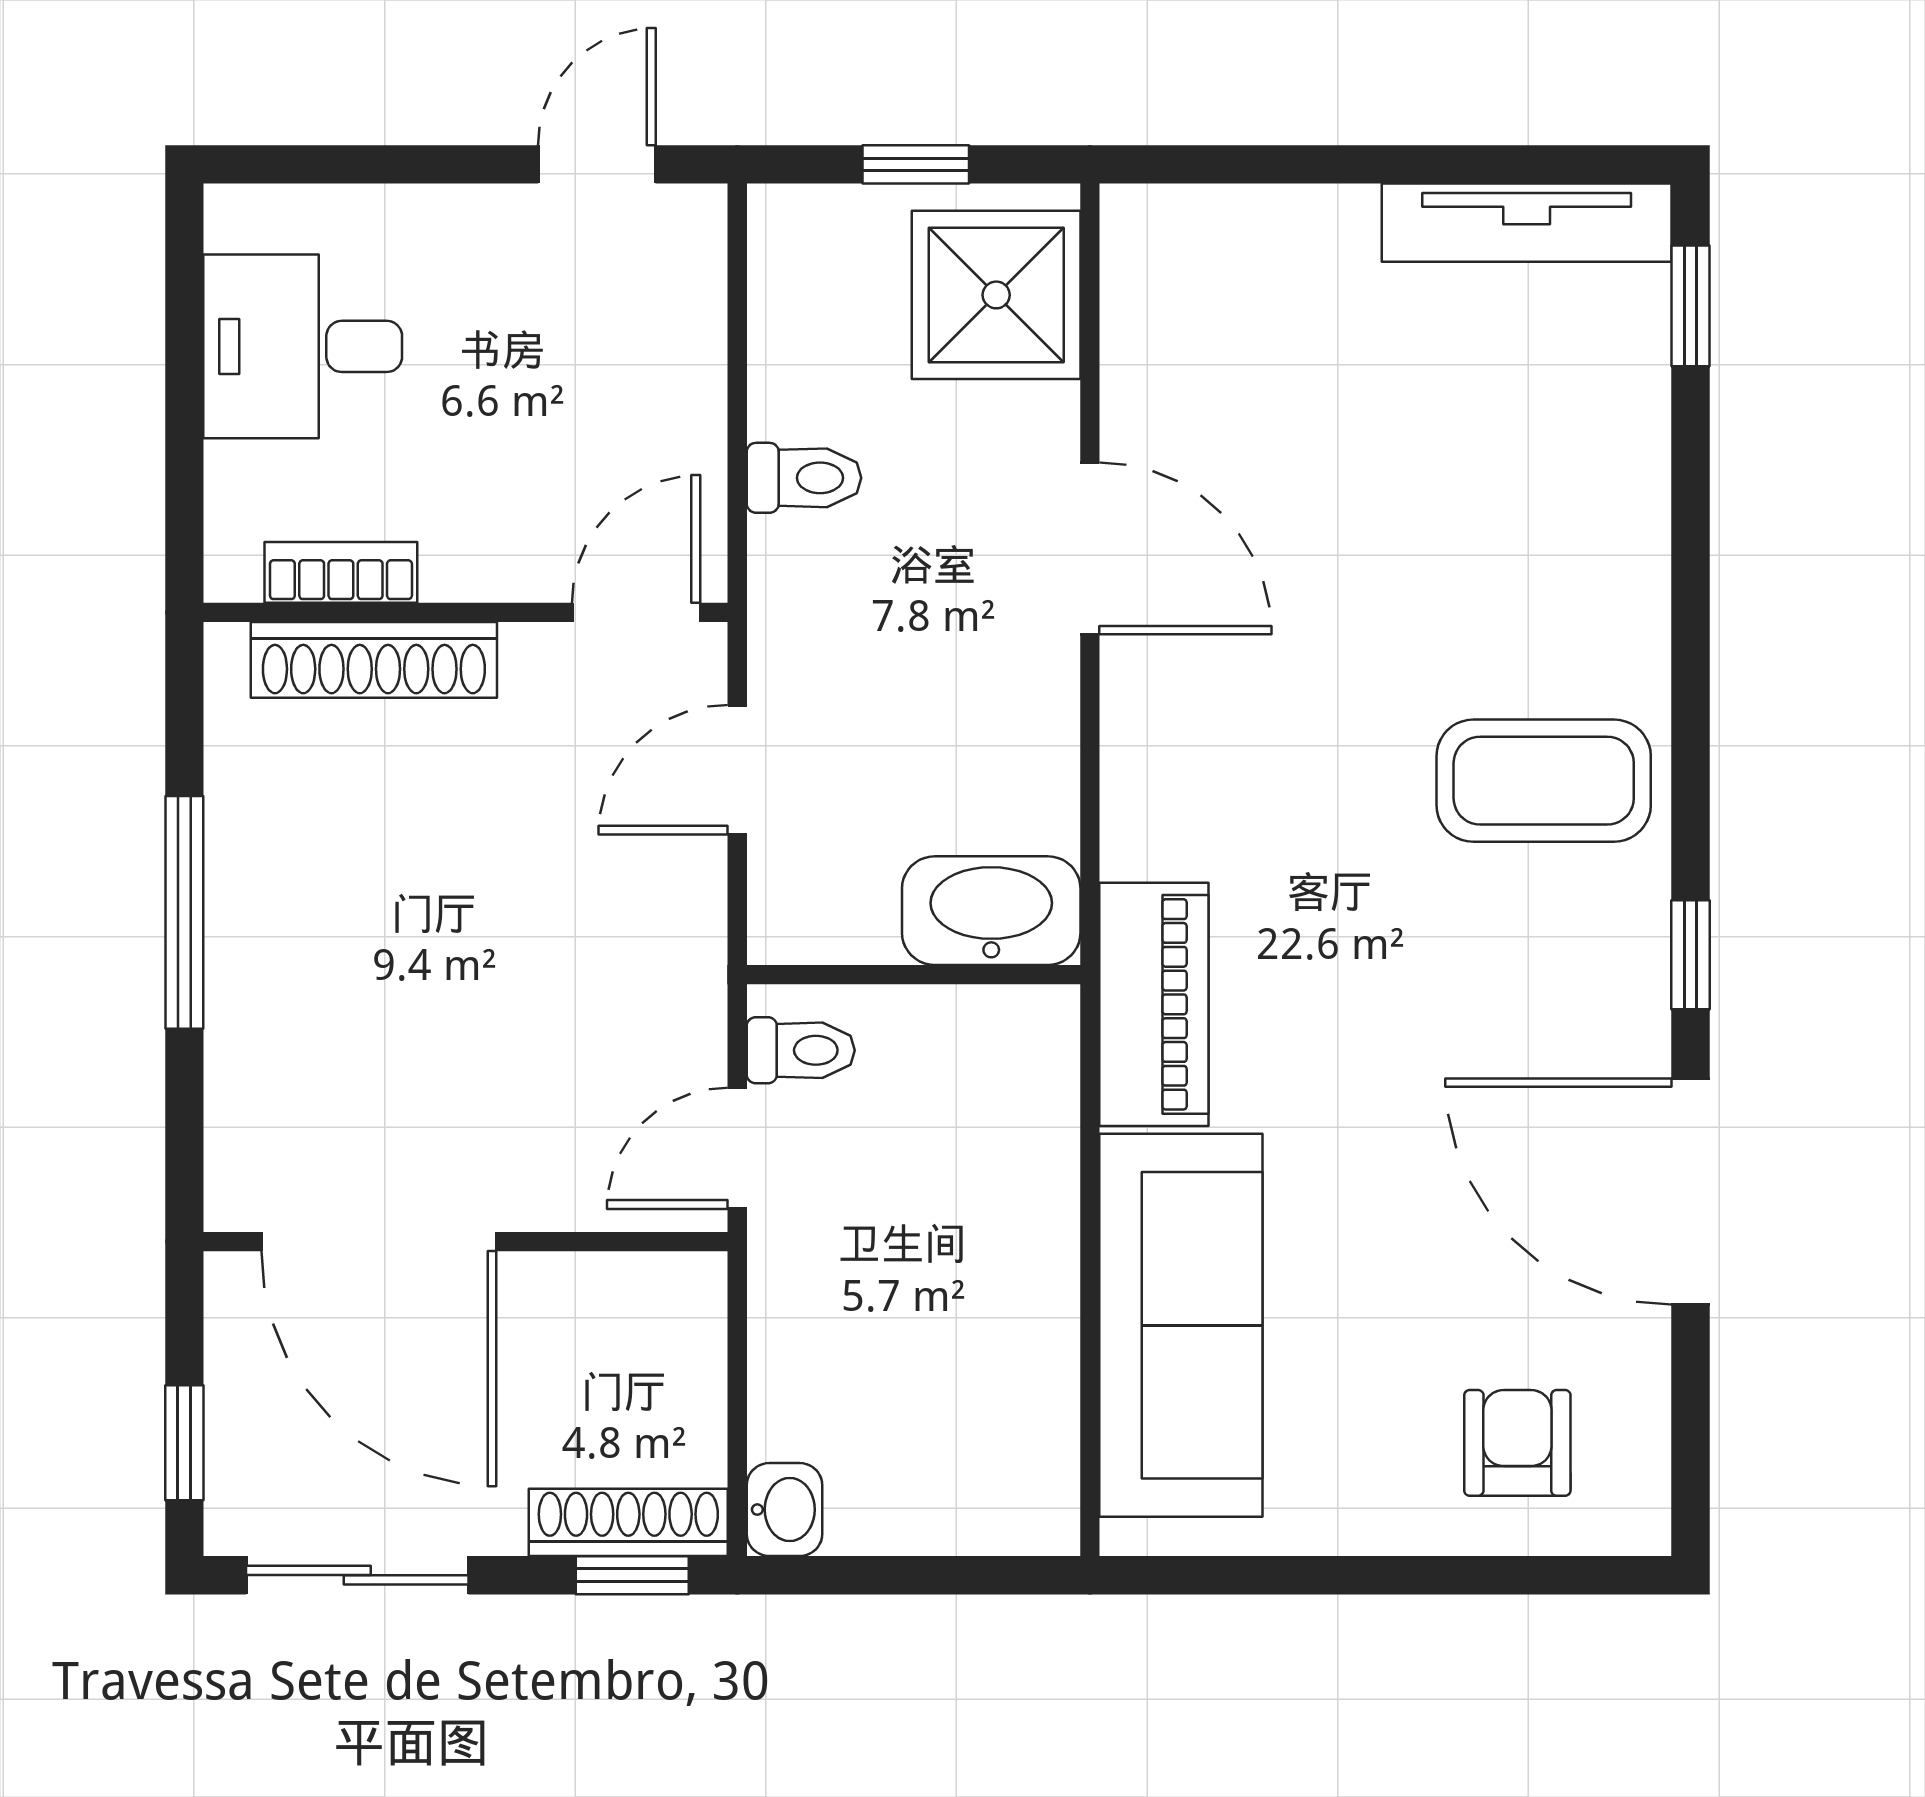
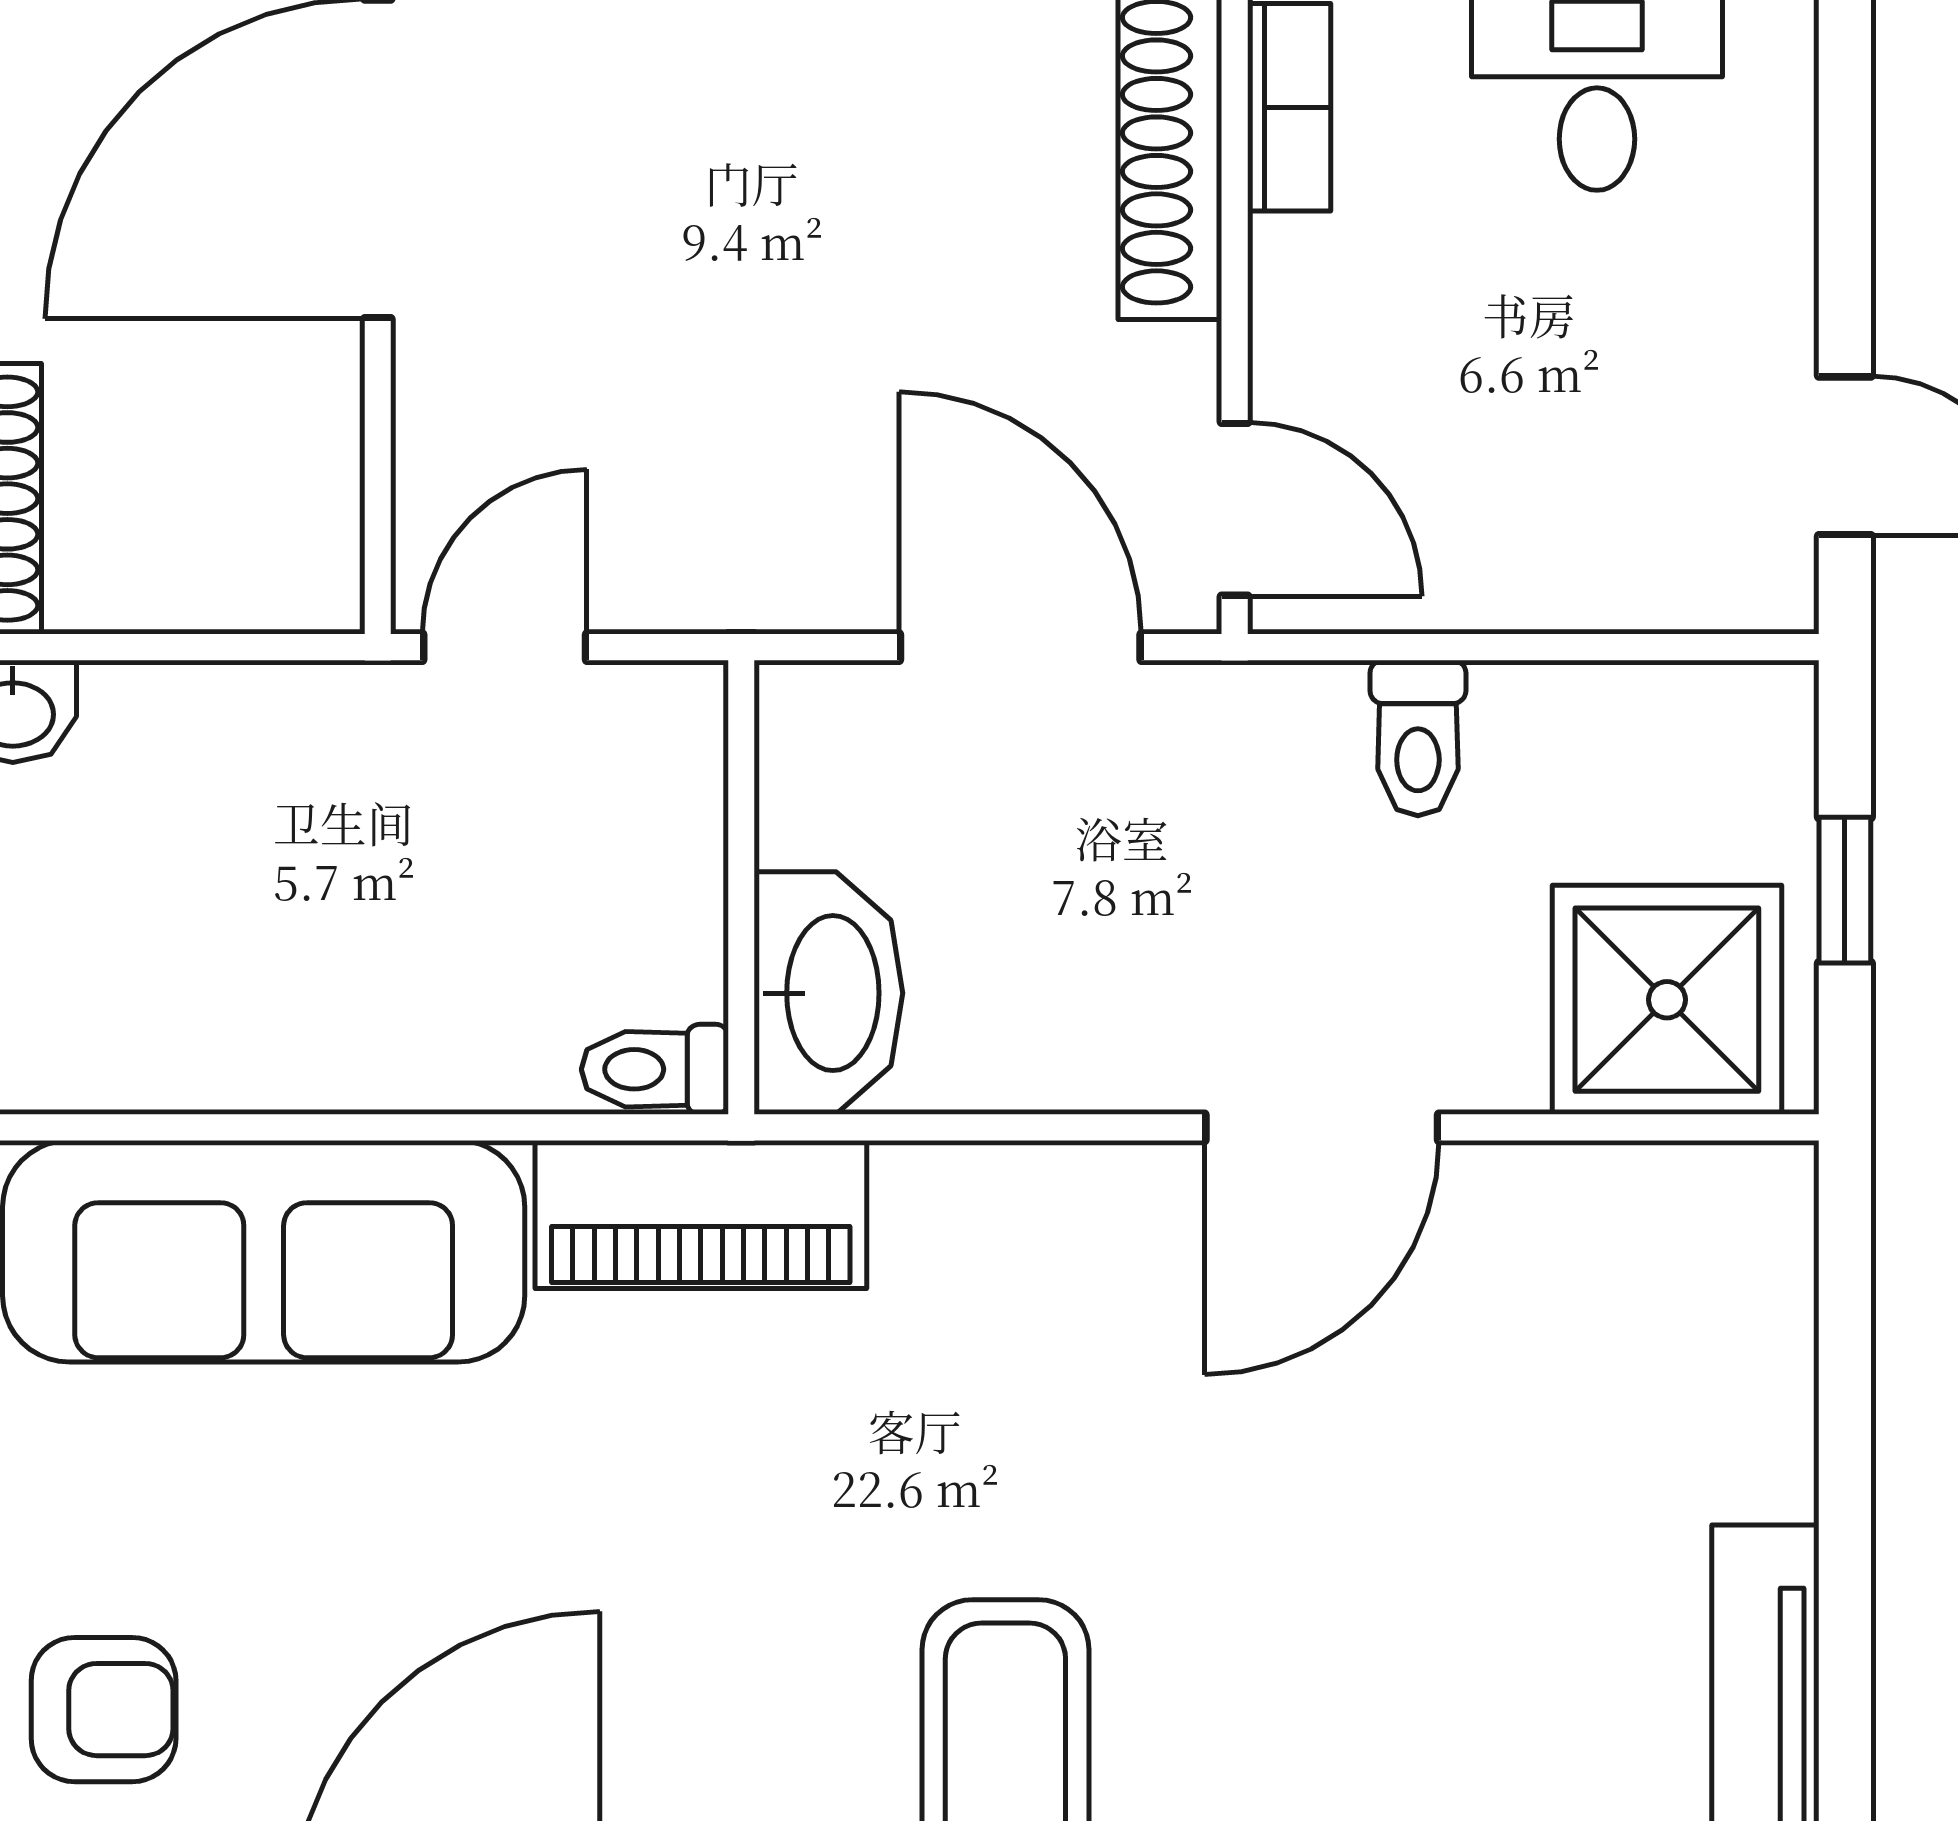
door: (737, 770) -> (1020, 647), width x1.38
toilet: (801, 1050) -> (655, 1069), moved, turned 90
door: (737, 1148) -> (505, 647), hinge flipped

